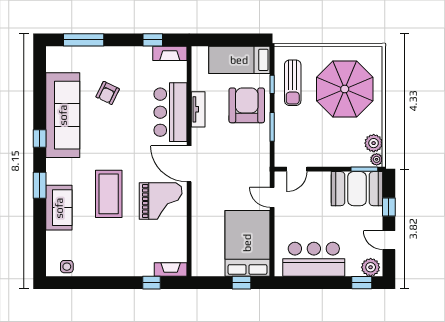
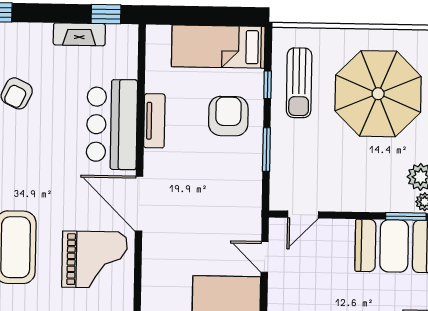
window: (153, 40) -> (106, 14), moved
fireplace: (170, 53) -> (79, 34), moved
armchair: (247, 105) -> (228, 116), width x0.73, depth x0.73

